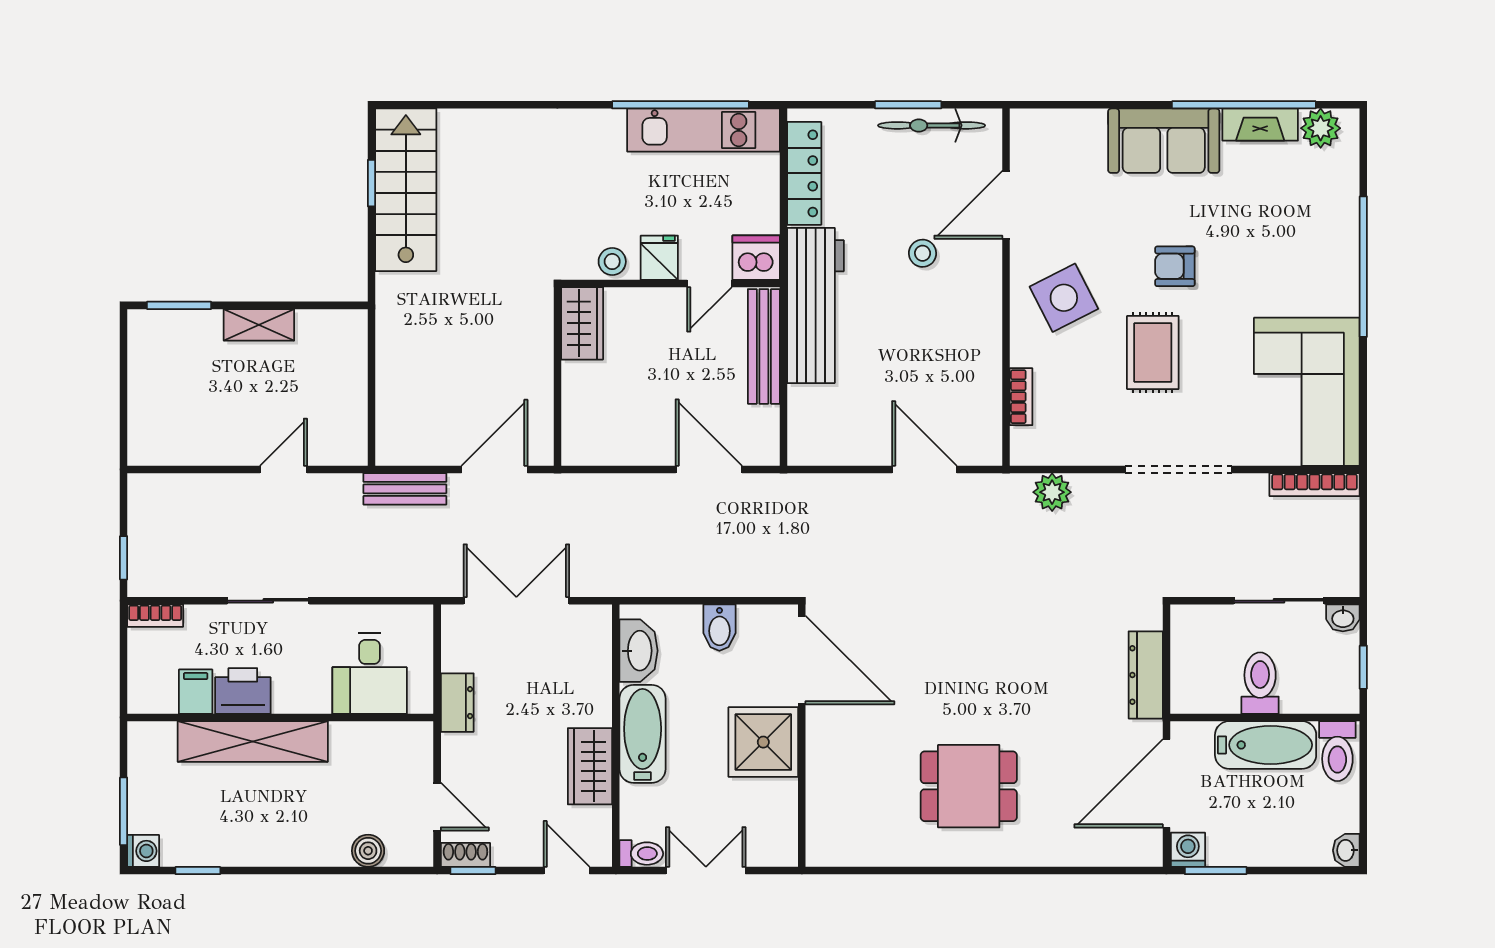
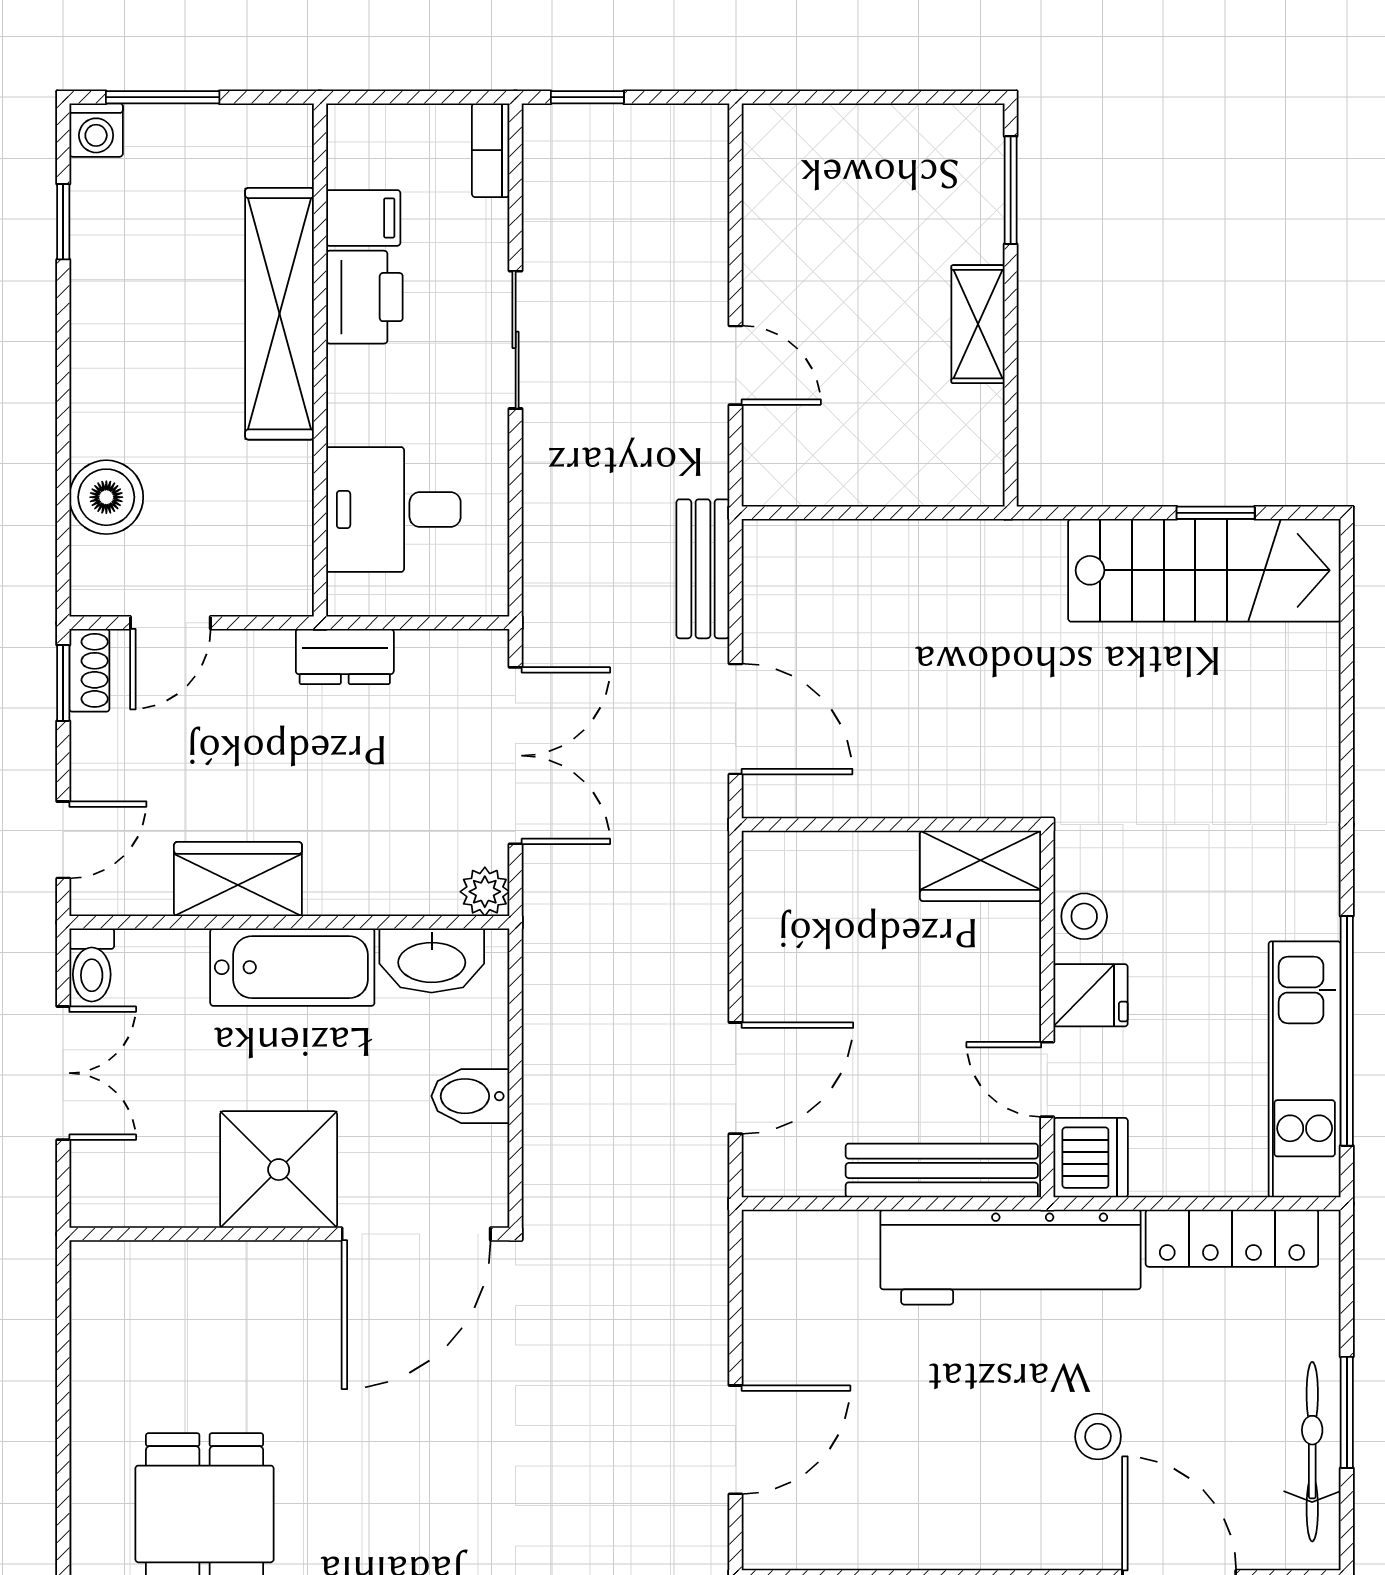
plant: (598, 619) -> (485, 892), added
boiler: (368, 851) -> (106, 497), width x1.36, depth x1.36

